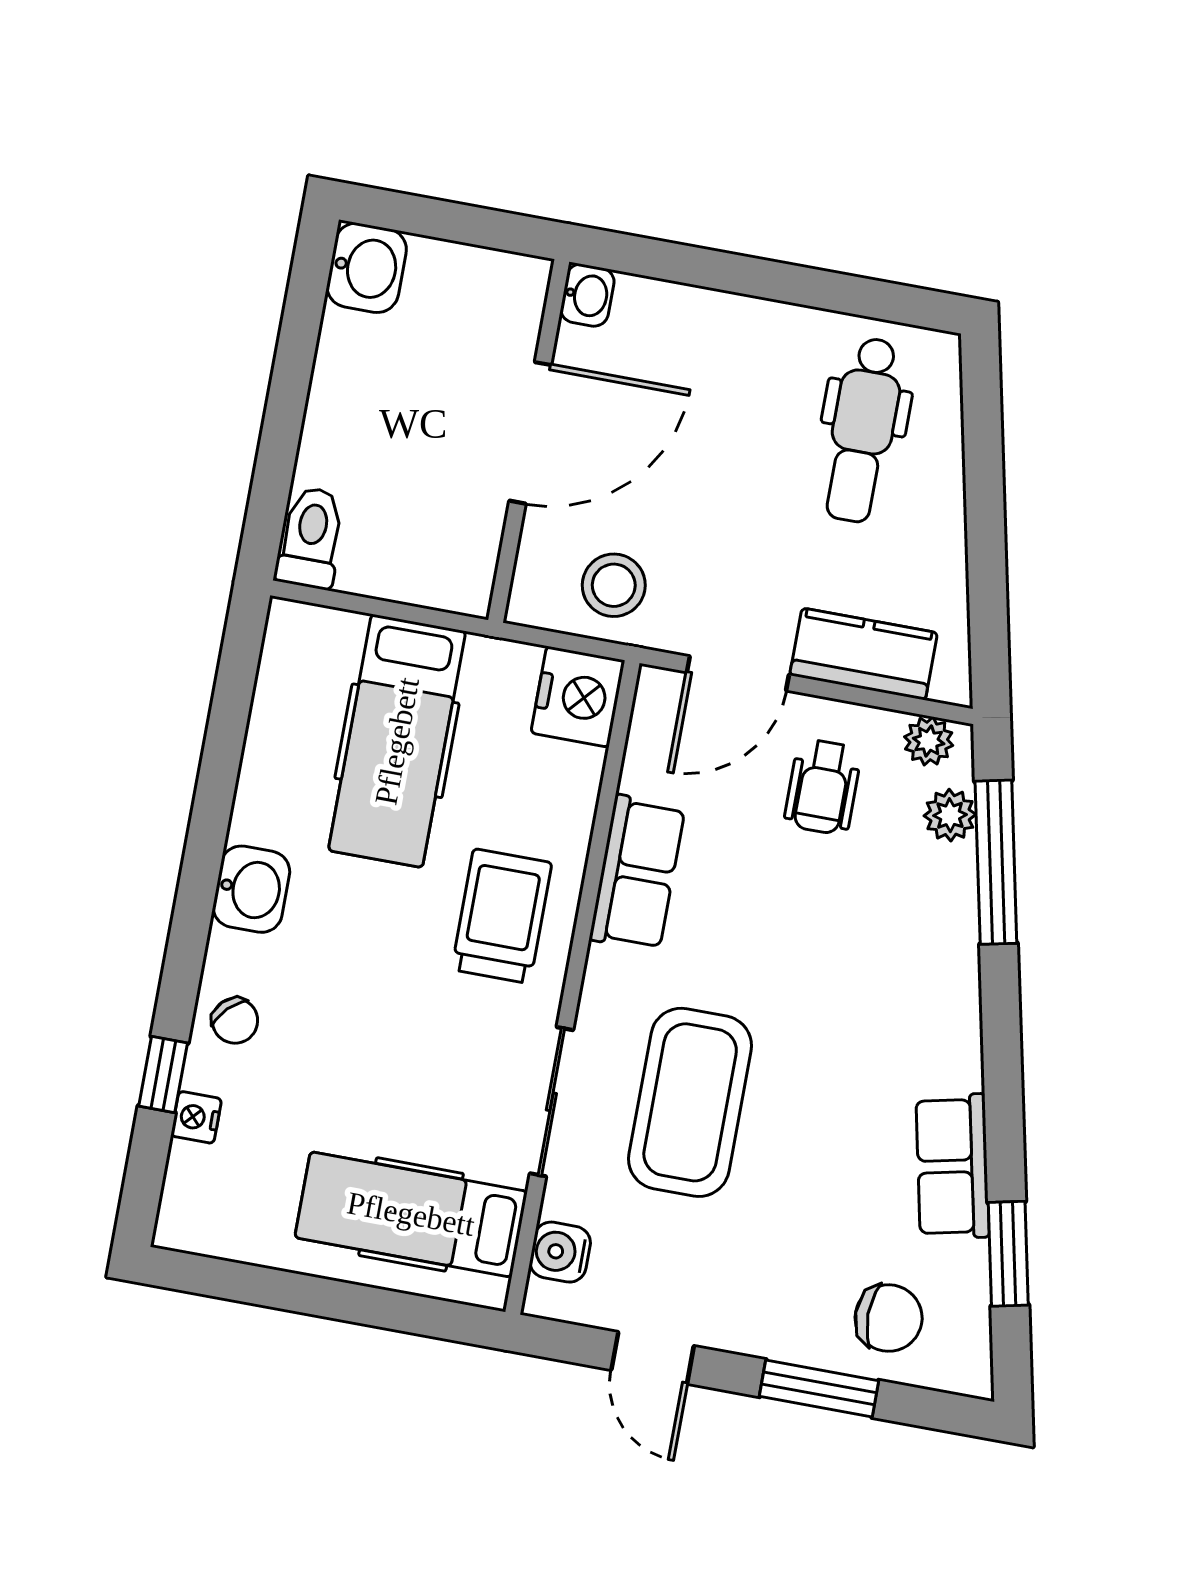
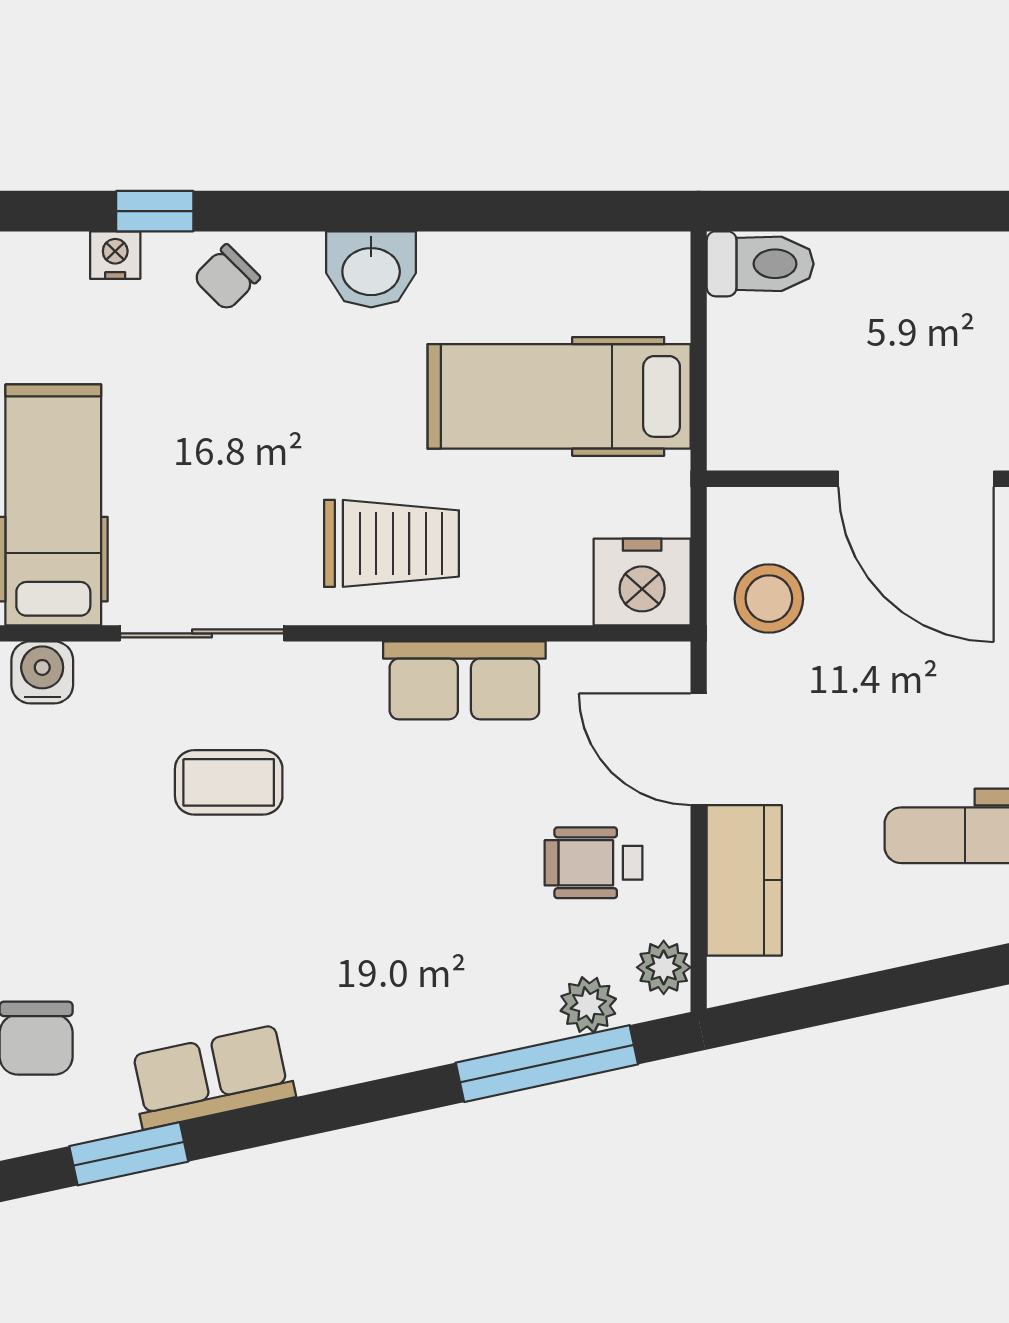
coffee table: (690, 1102) -> (229, 782), width x0.54, depth x0.58

